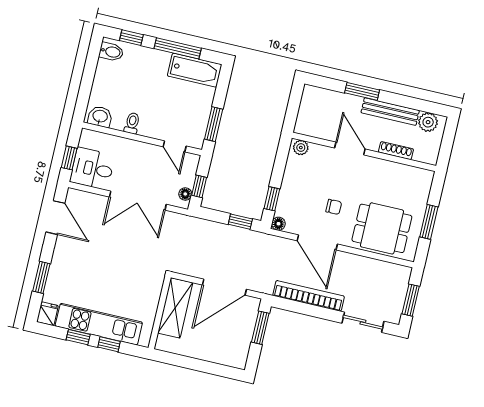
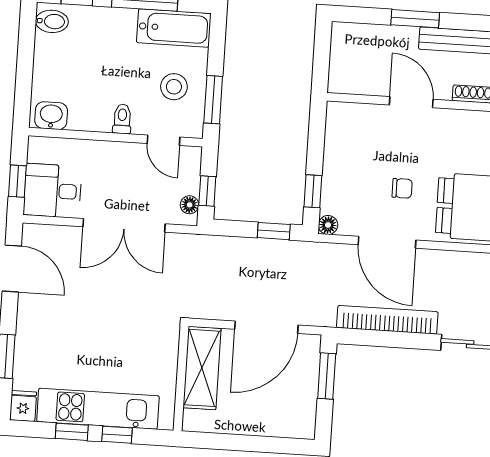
stool: (188, 111) -> (174, 87), added
toilet: (132, 123) -> (122, 119), moved
plant: (301, 148) -> (342, 112), removed

